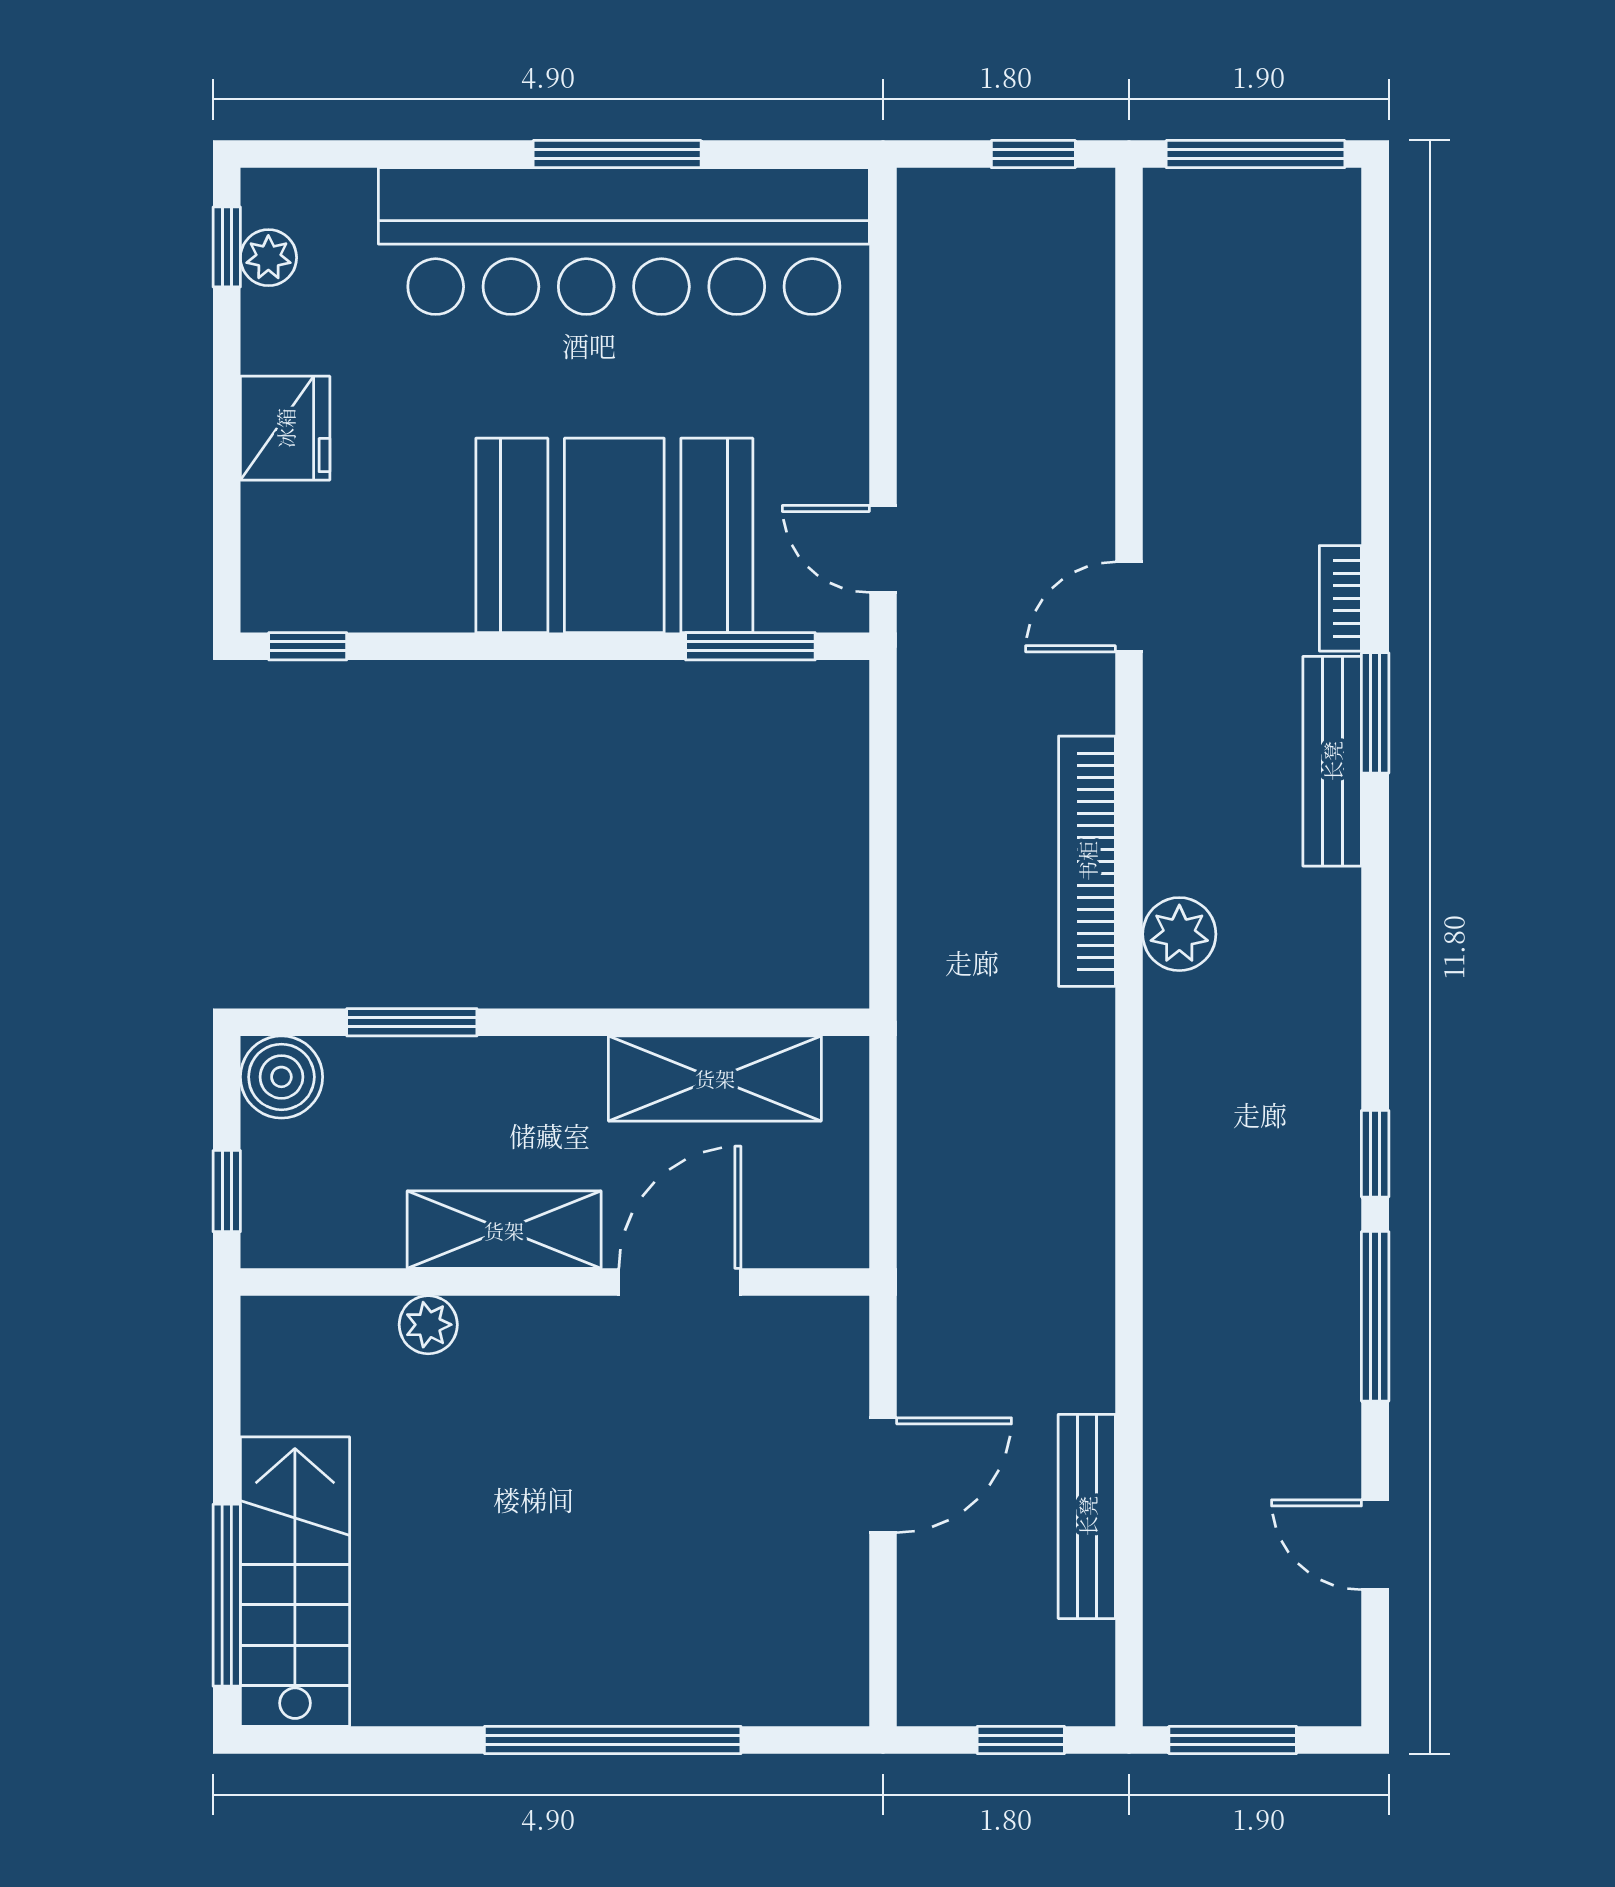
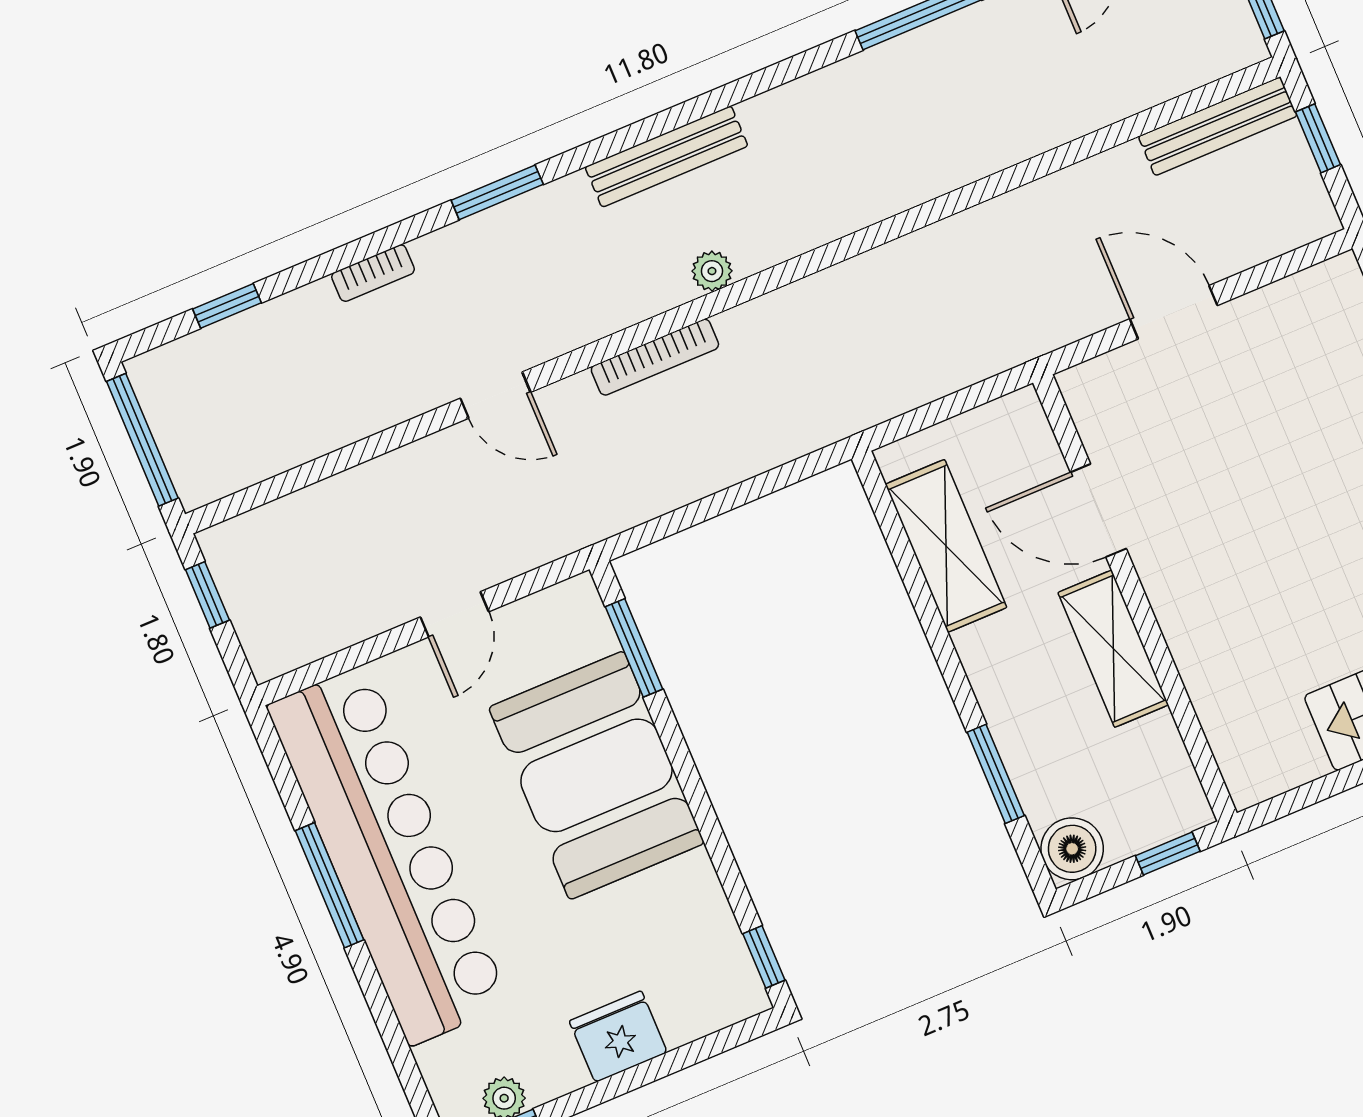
door: (883, 549) -> (455, 614), moved
bookcase: (1340, 598) -> (373, 273), moved
bench: (1332, 761) -> (666, 157), moved
bookcase: (1087, 861) -> (655, 357), width x0.68, depth x0.76
plant: (1179, 934) -> (712, 271), width x0.73, depth x0.73
window: (1375, 1154) -> (227, 306), moved
plant: (428, 1325) -> (1202, 674), removed
bench: (1087, 1516) -> (1218, 126), moved

